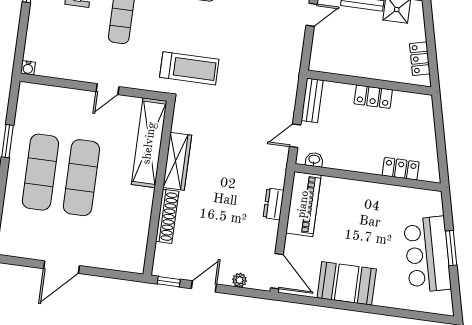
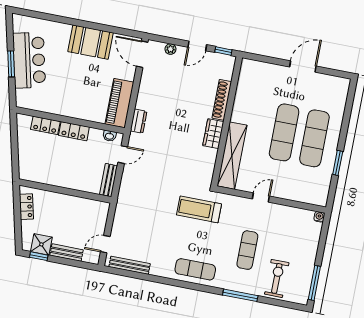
locker: (373, 97) -> (74, 131), moved, turned 180
wardrobe: (177, 161) -> (213, 134), width x0.67
dresser: (274, 204) -> (139, 121), moved

